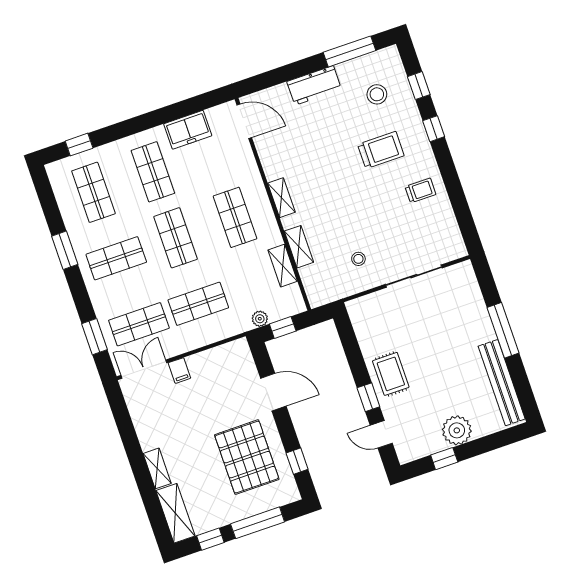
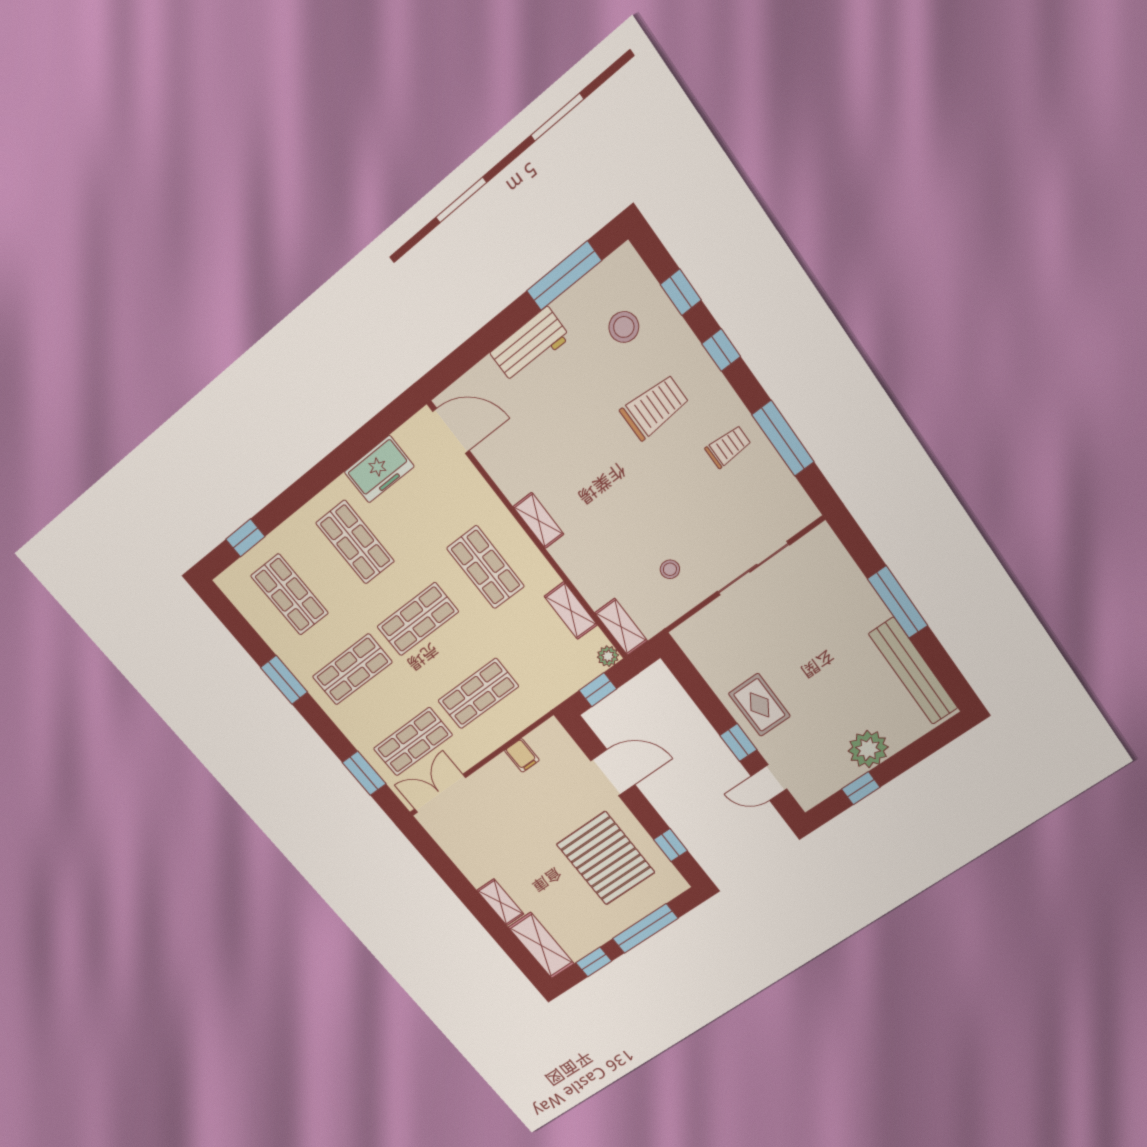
window: (457, 197) -> (783, 438), added
shop shelf: (176, 238) -> (418, 619), turned 90
shelving: (299, 247) -> (621, 627), moved
plant: (260, 319) -> (608, 656), moved
filing cabinet: (179, 371) -> (522, 755), moved

